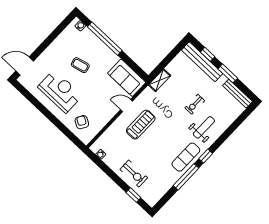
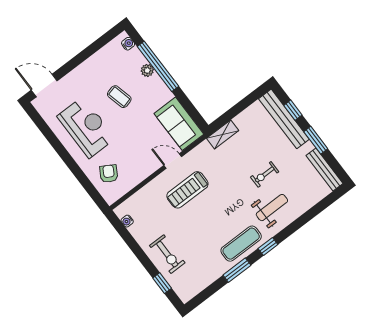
plant: (97, 43) -> (147, 70), added
treadmill: (141, 125) -> (187, 190), turned 180
window: (186, 177) -> (237, 270), width x0.69

